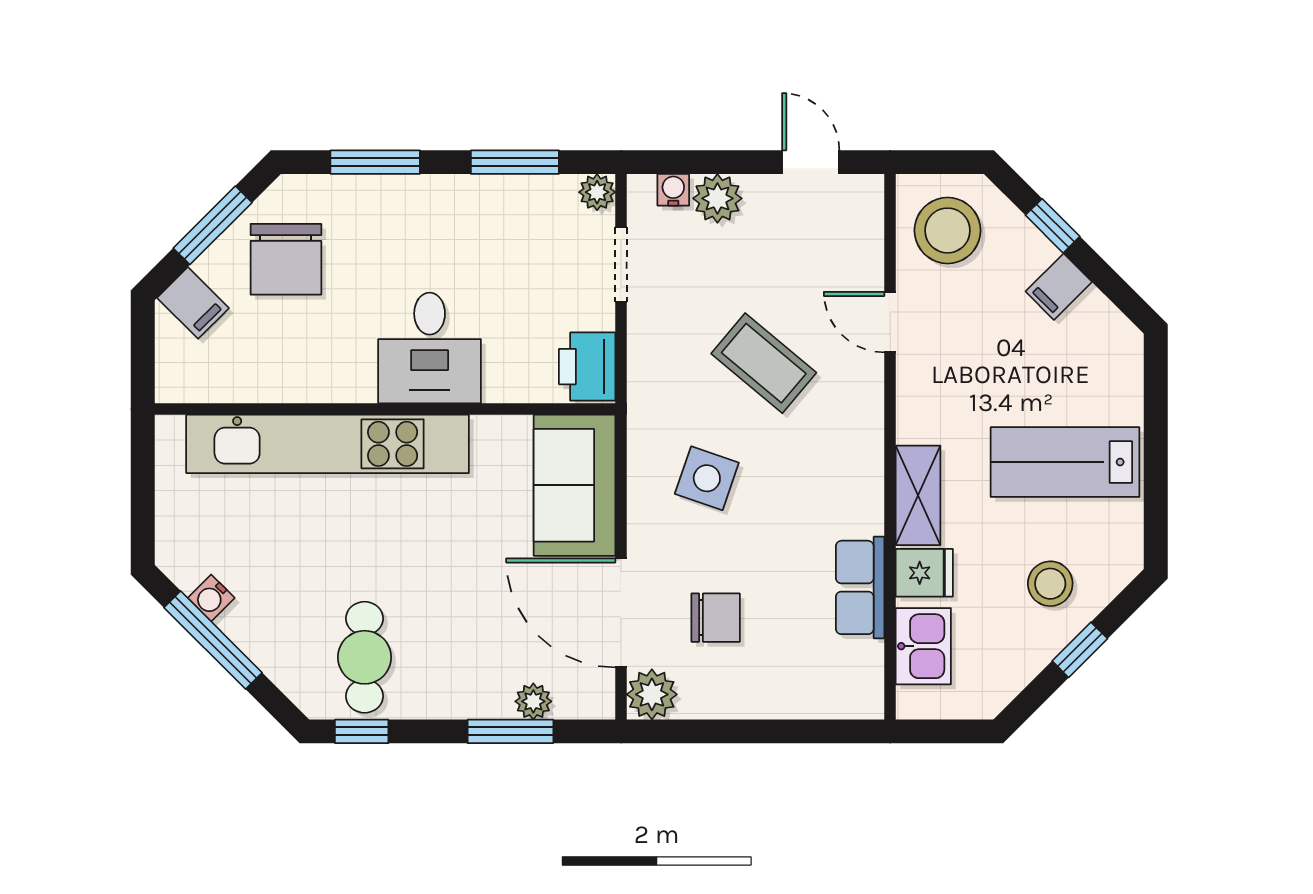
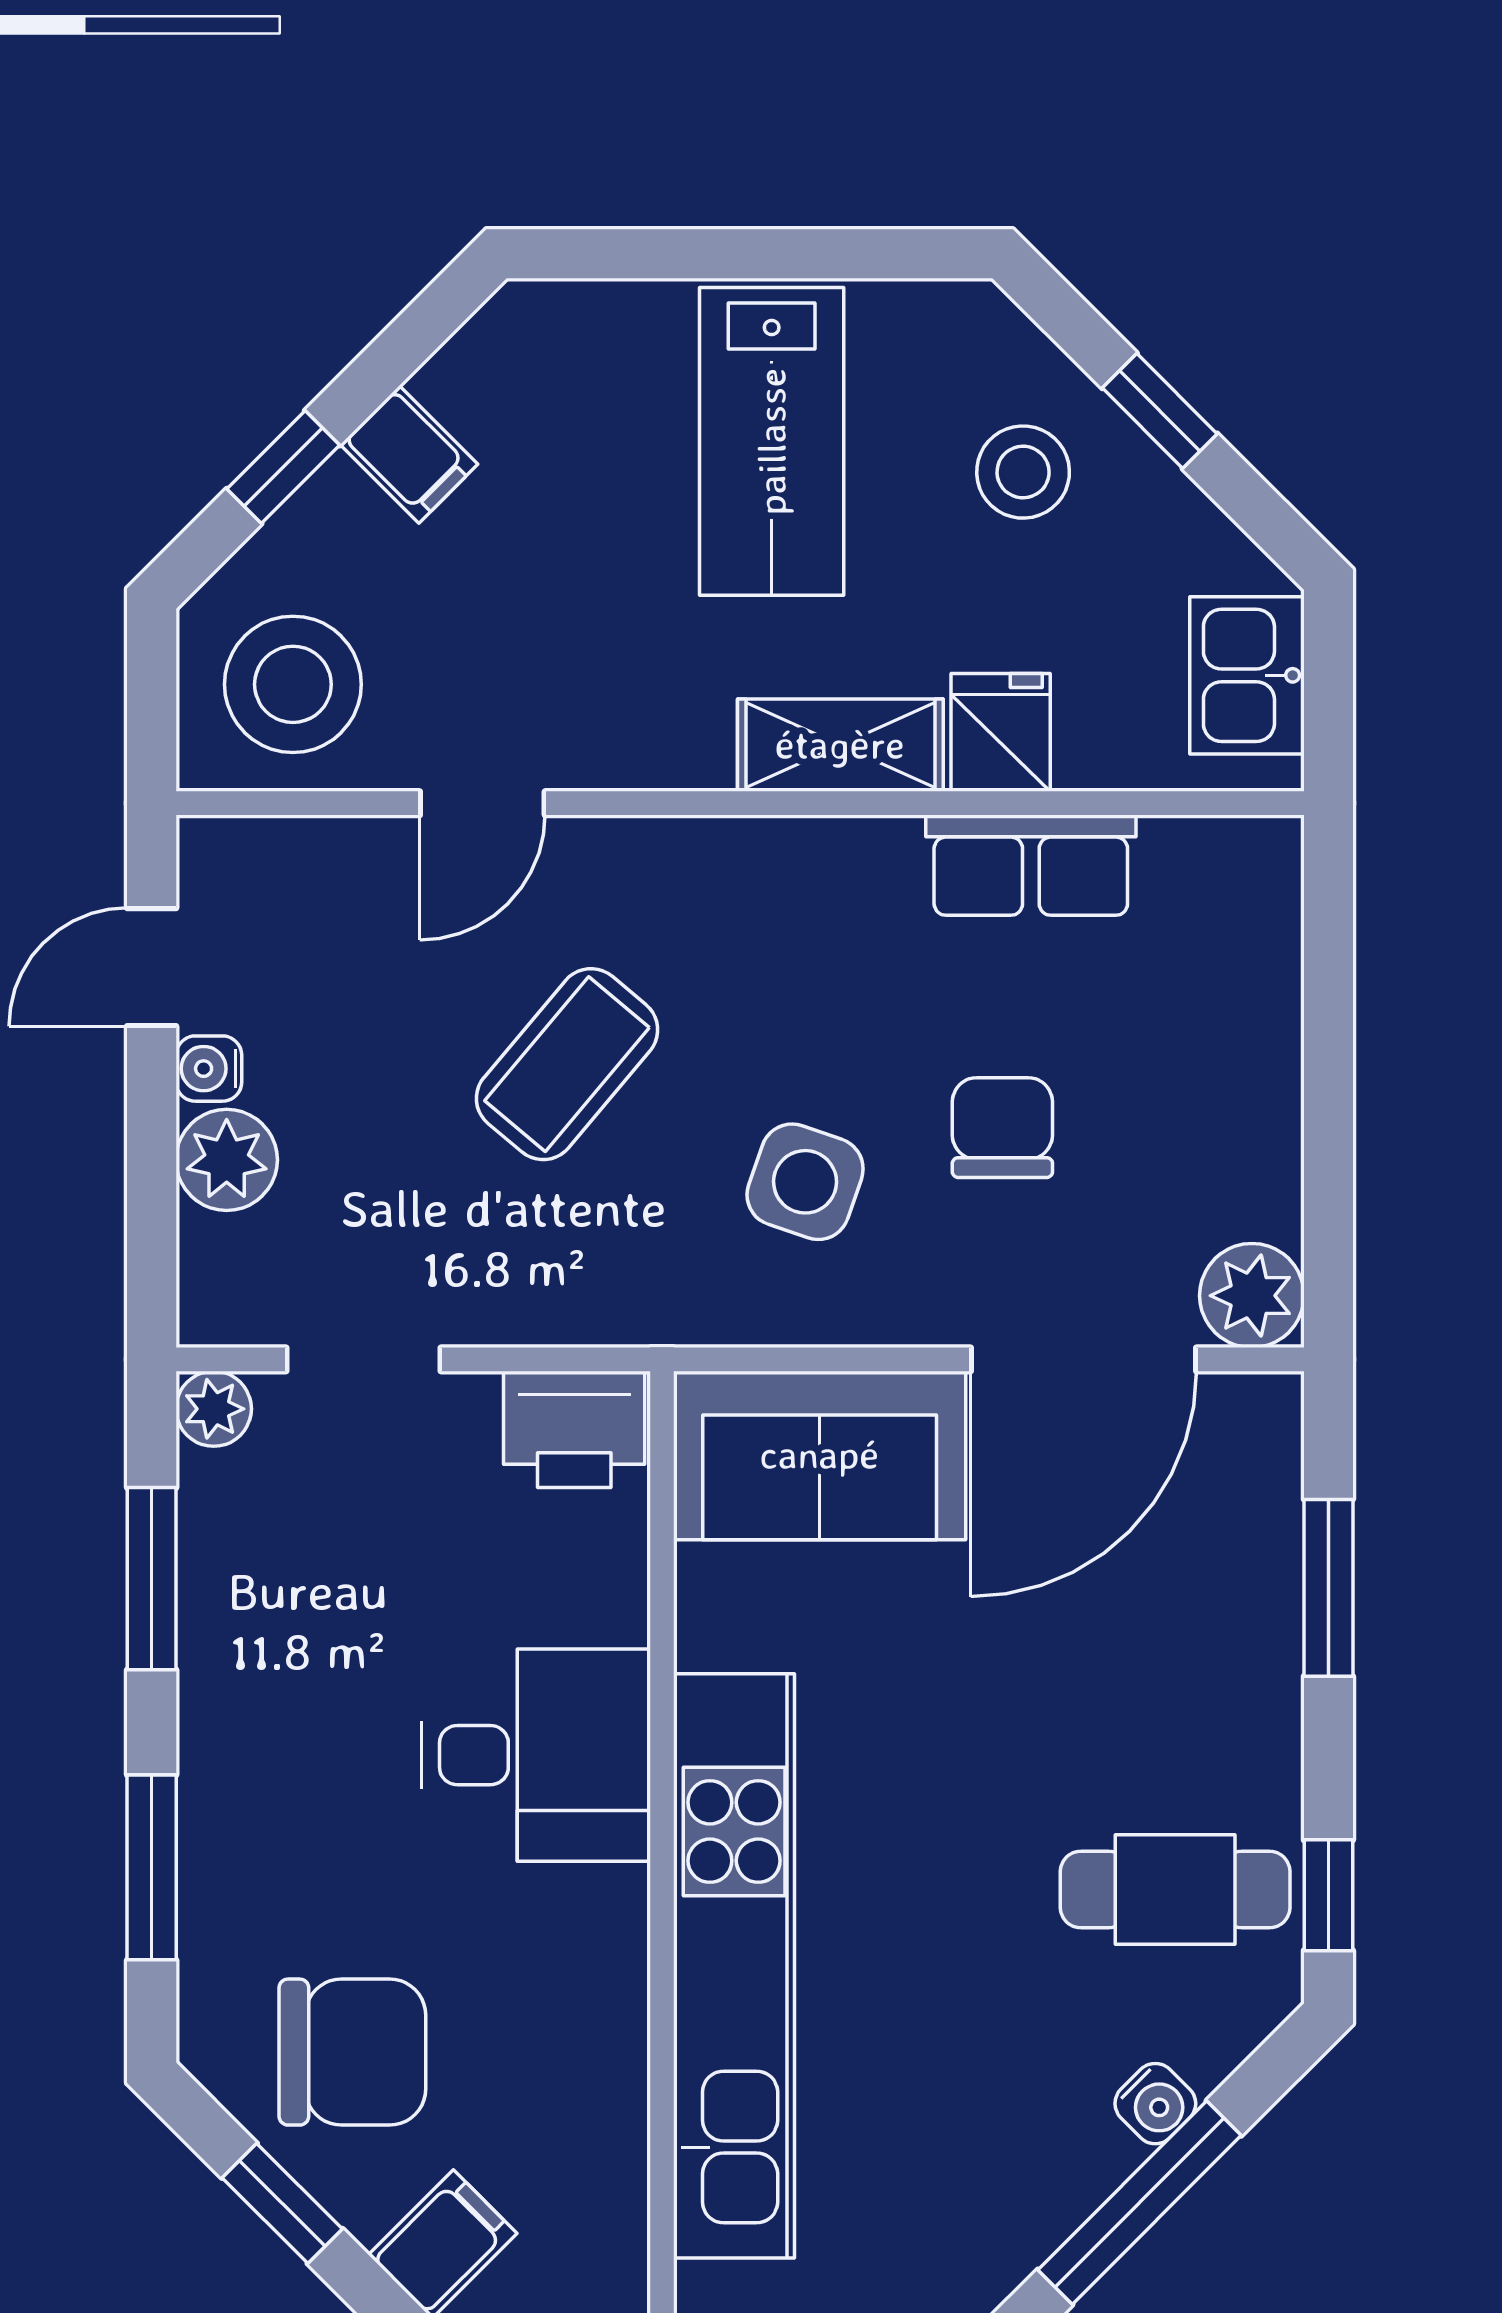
water cooler: (673, 190) -> (209, 1069), moved
window: (213, 225) -> (282, 2203), width x0.67
water cooler: (211, 598) -> (1155, 2104), moved
chair: (716, 618) -> (1002, 1128), moved
kitchen sink: (923, 646) -> (1247, 675), moved, turned -90
plant: (533, 701) -> (1266, 1541), removed

